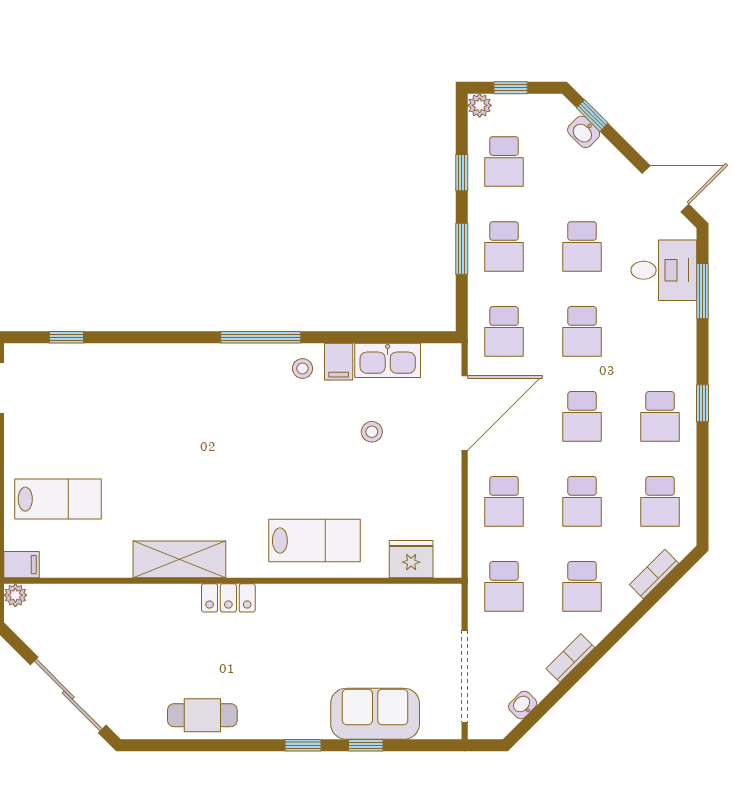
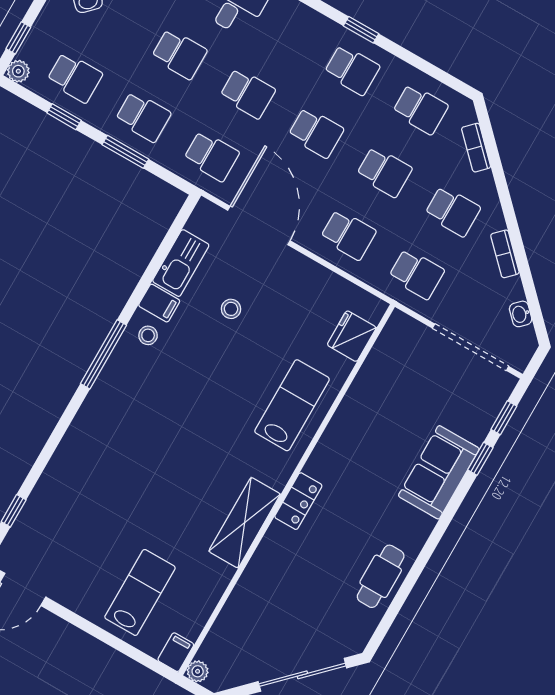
sofa: (375, 714) -> (439, 472), moved
window: (303, 745) -> (504, 418), moved

